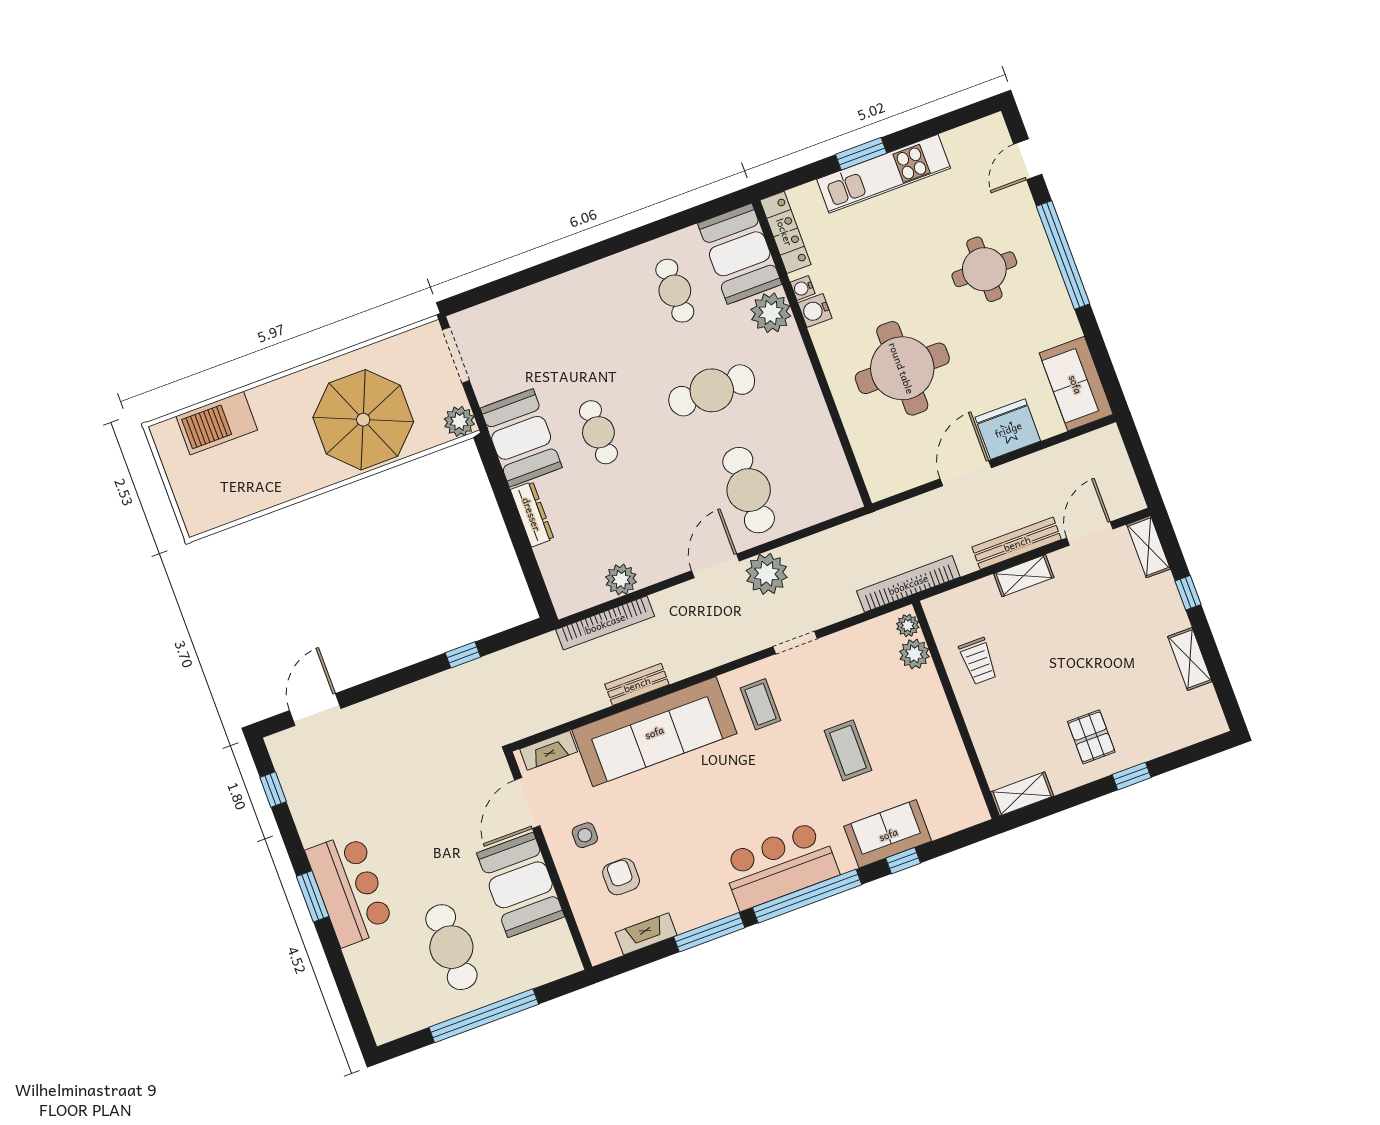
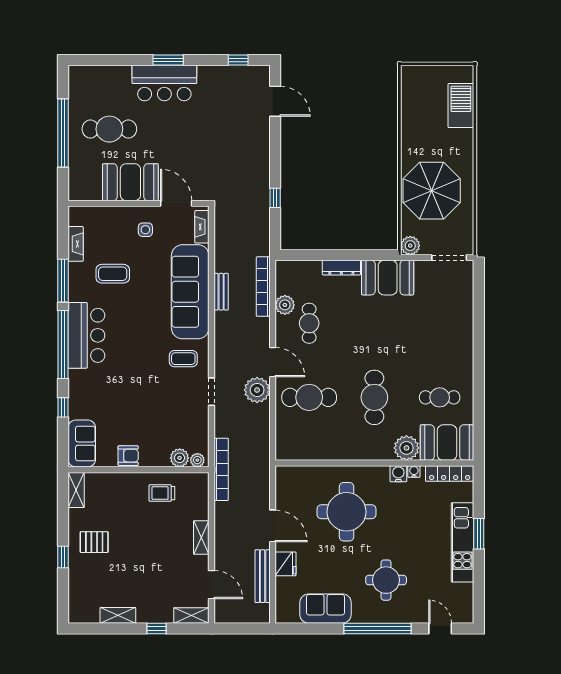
sofa: (1076, 384) -> (326, 609), moved
fridge: (1008, 429) -> (285, 564), width x0.73, depth x0.75
cafe table: (598, 432) -> (309, 323), moved, turned 90
bench: (1017, 543) -> (263, 576), moved
coffee table: (848, 750) -> (113, 274), moved
sofa: (888, 834) -> (82, 444), moved
armchair: (621, 877) -> (128, 456), moved

